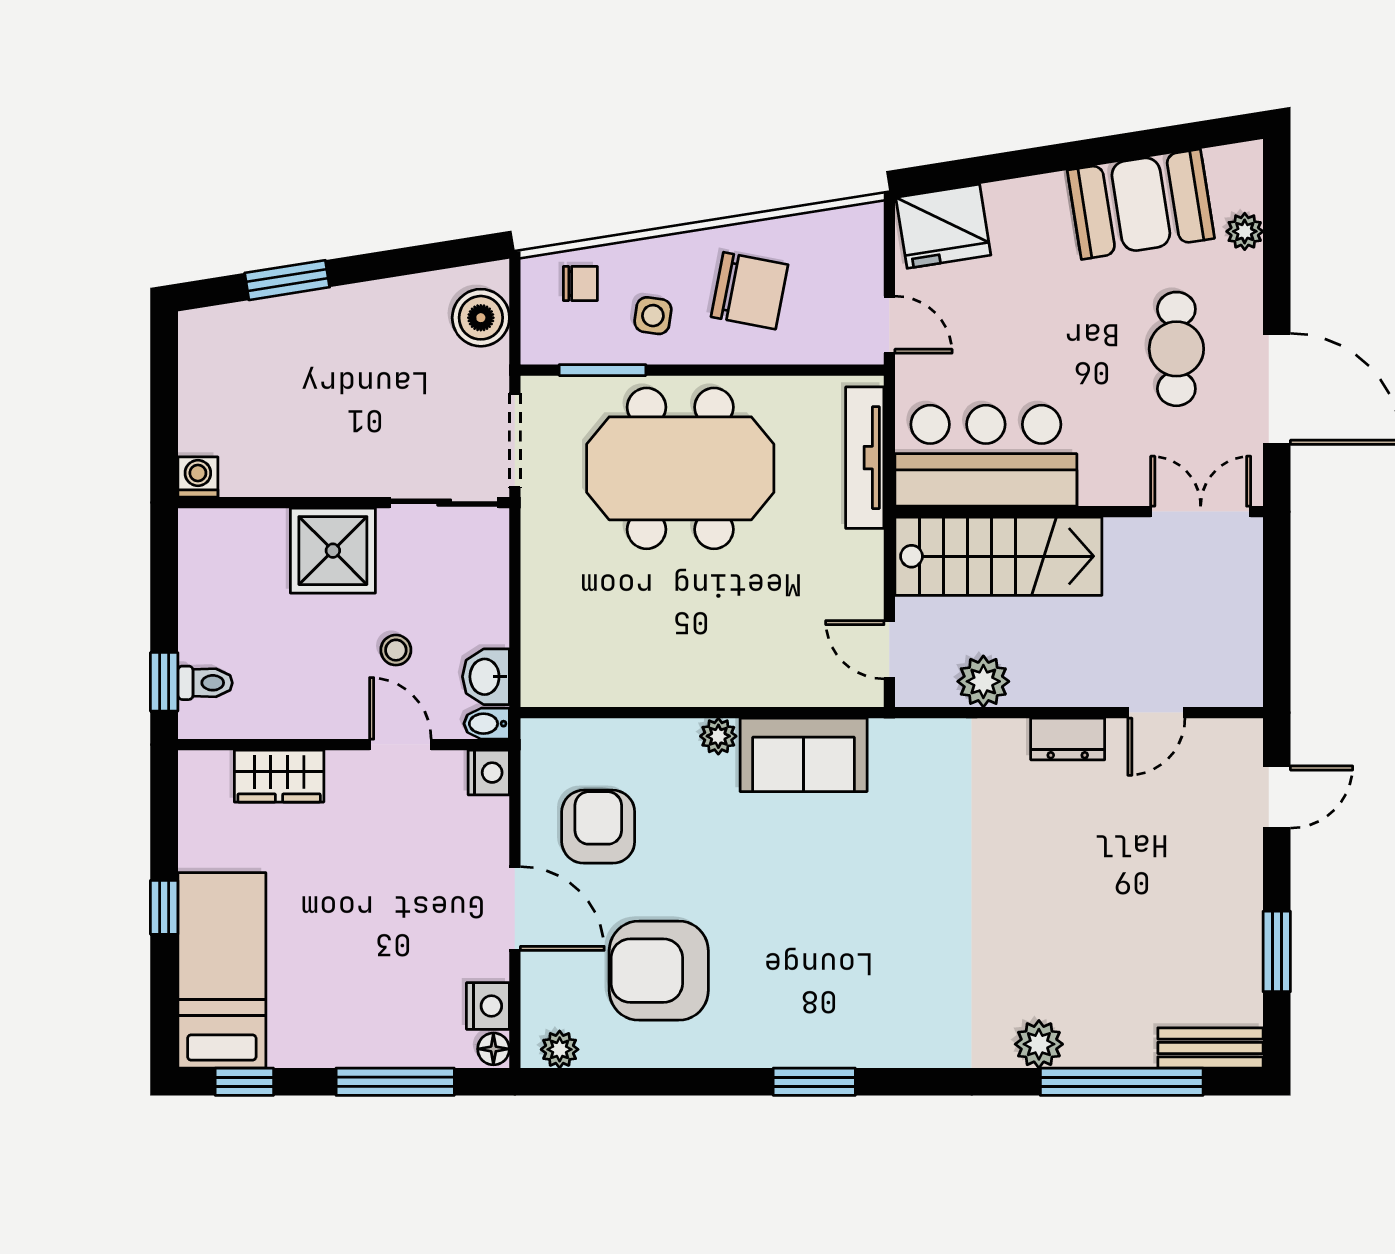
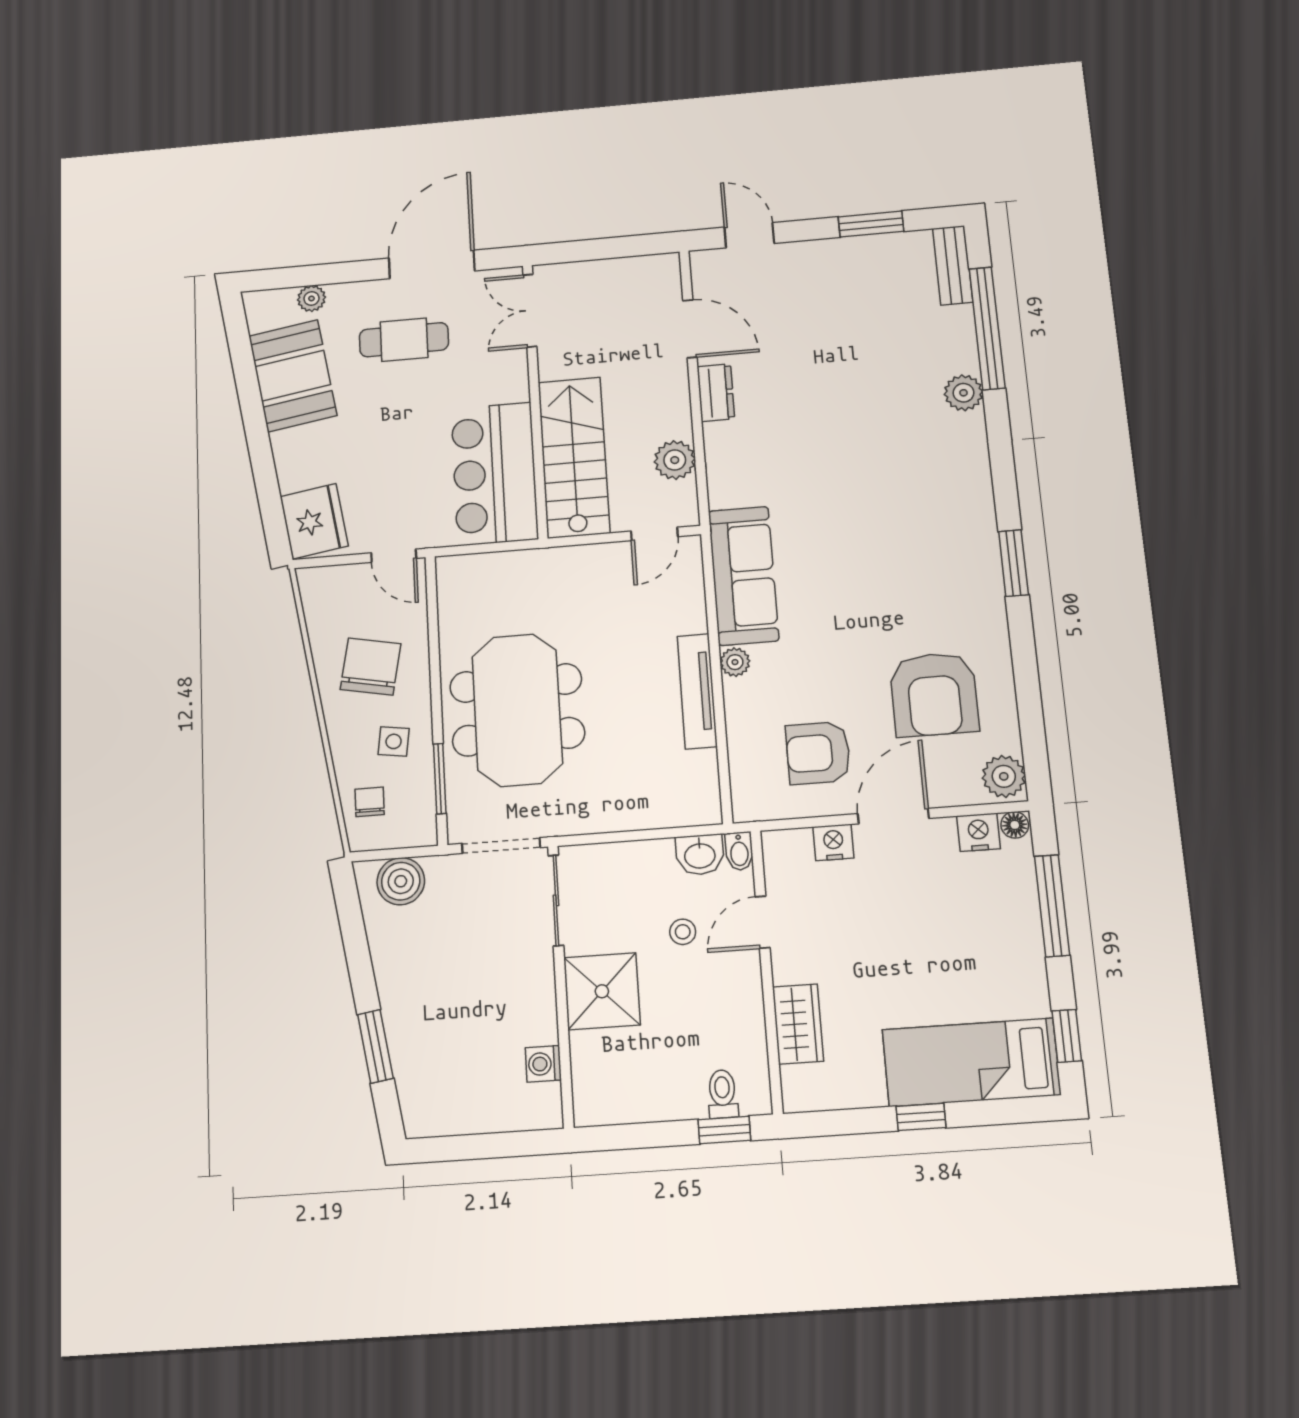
door: (889, 325) -> (394, 556), swing flipped
tv unit: (865, 458) -> (697, 691), moved, turned 90
washing machine: (198, 477) -> (543, 1064), moved
door: (1156, 713) -> (690, 329), width x1.38
sofa: (804, 755) -> (743, 576), width x1.36
nightstand: (489, 773) -> (833, 842), moved
plant: (560, 1049) -> (1004, 776), width x1.38, depth x1.38

